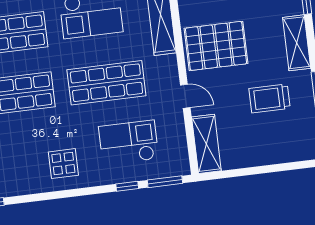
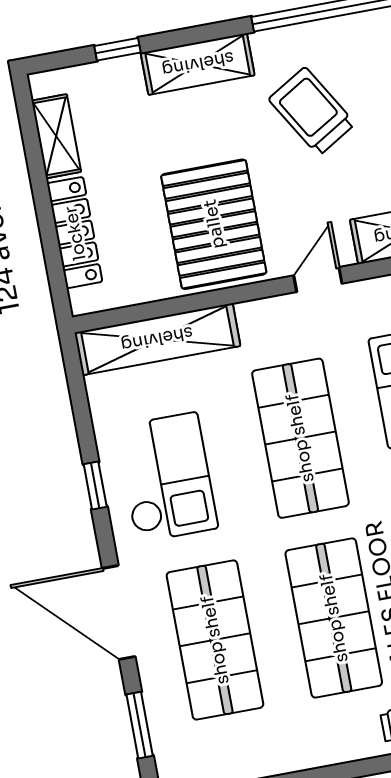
trolley: (269, 98) -> (312, 111), turned 149

